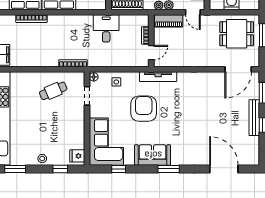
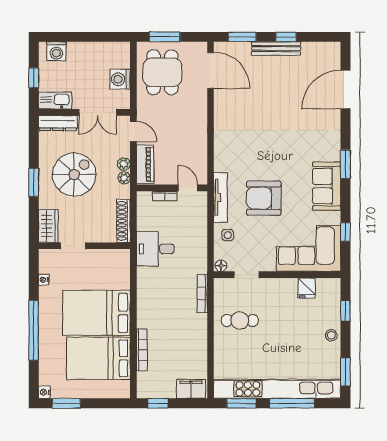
door: (193, 12) -> (133, 132), hinge flipped
tv unit: (158, 77) -> (220, 197), moved
cafe table: (53, 91) -> (240, 320), turned -67
fridge: (77, 156) -> (307, 288), moved

